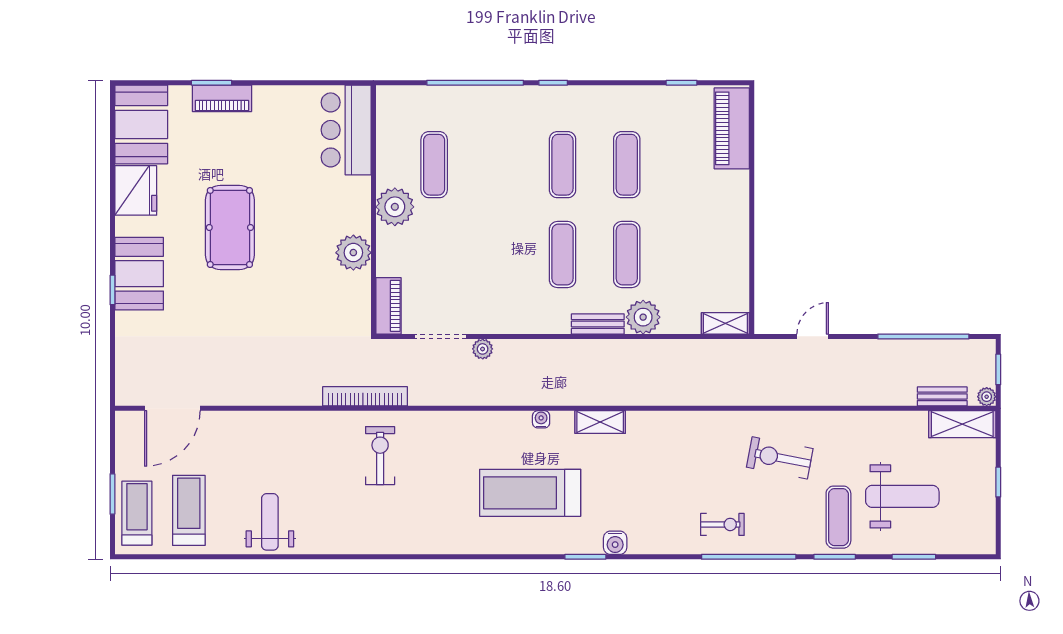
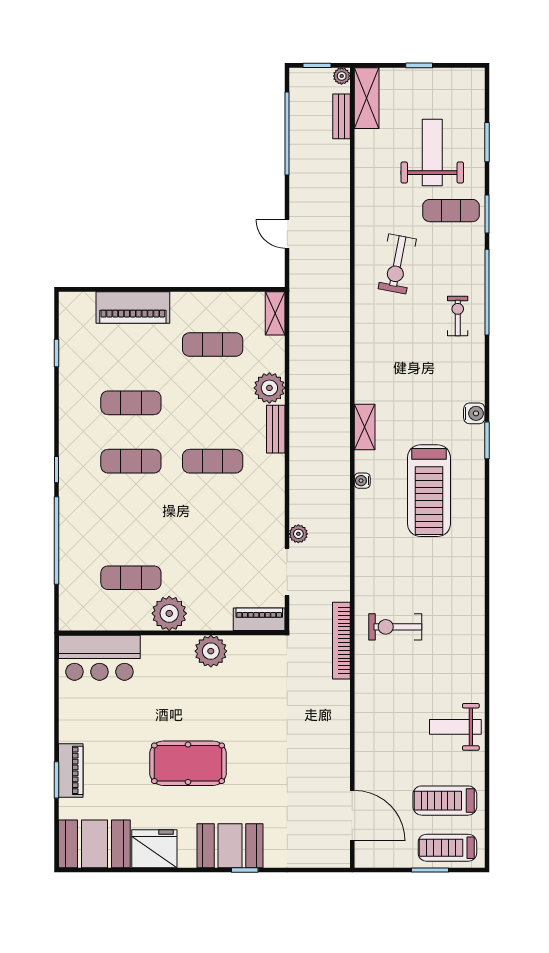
piano: (732, 128) -> (133, 307), moved
exercise mat: (627, 255) -> (213, 345), moved

